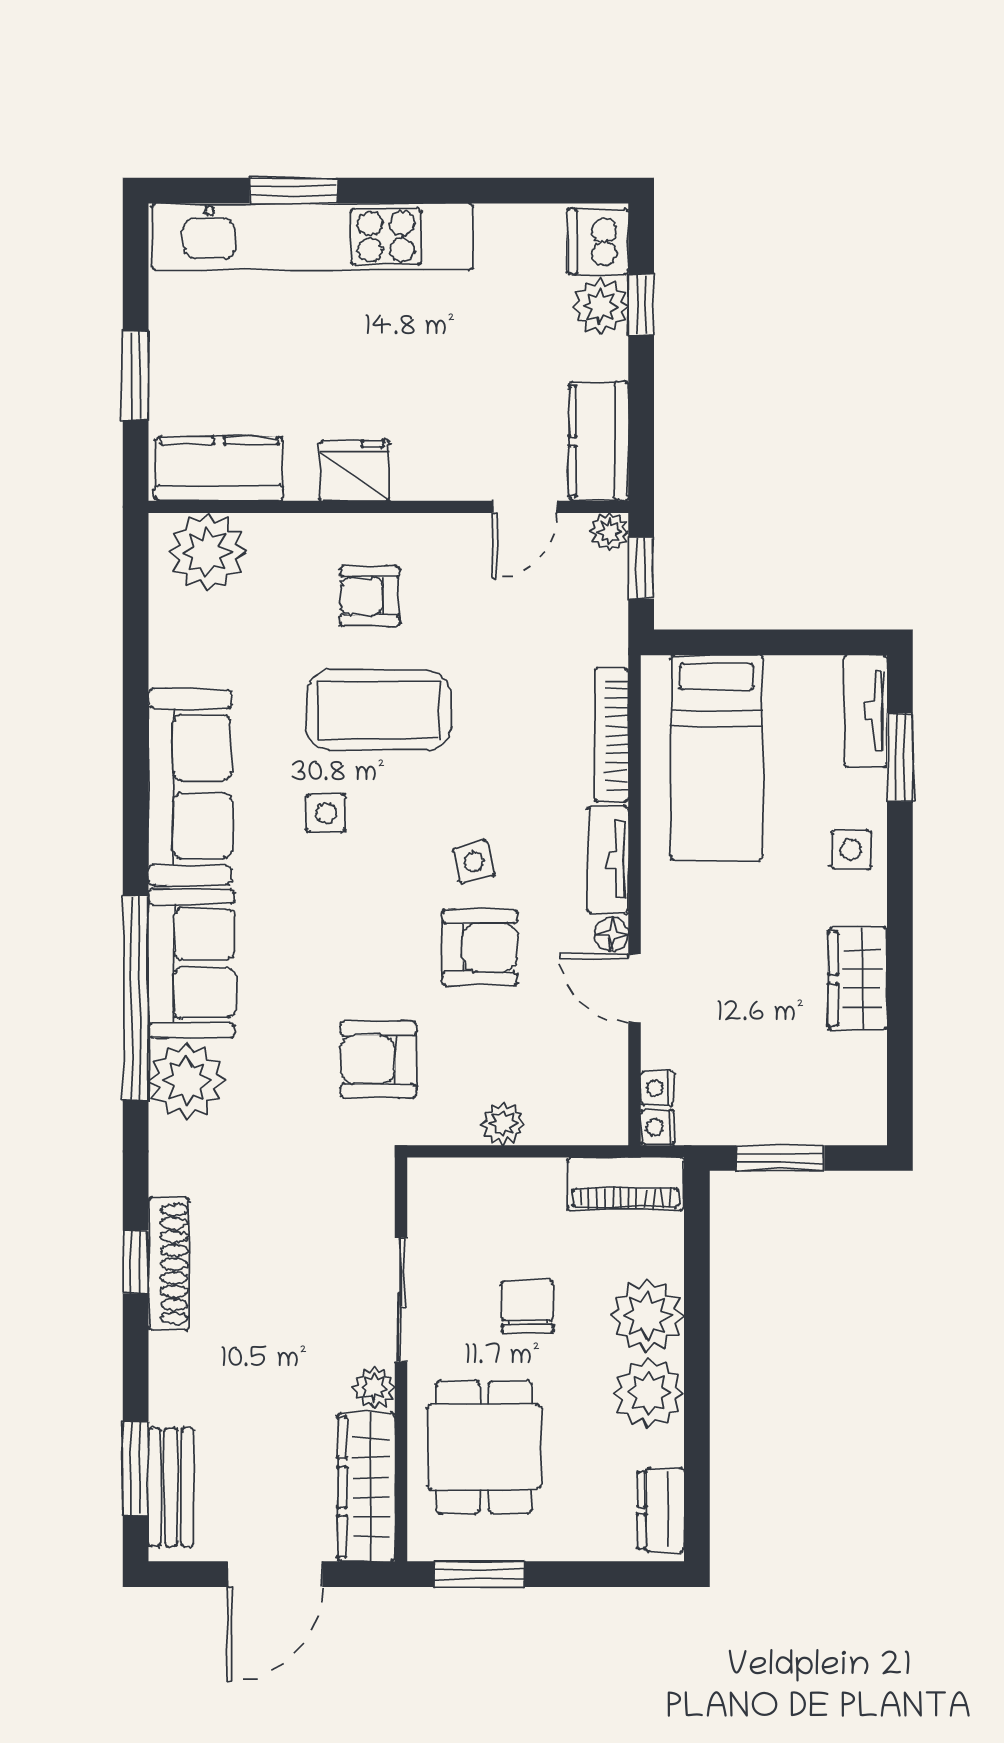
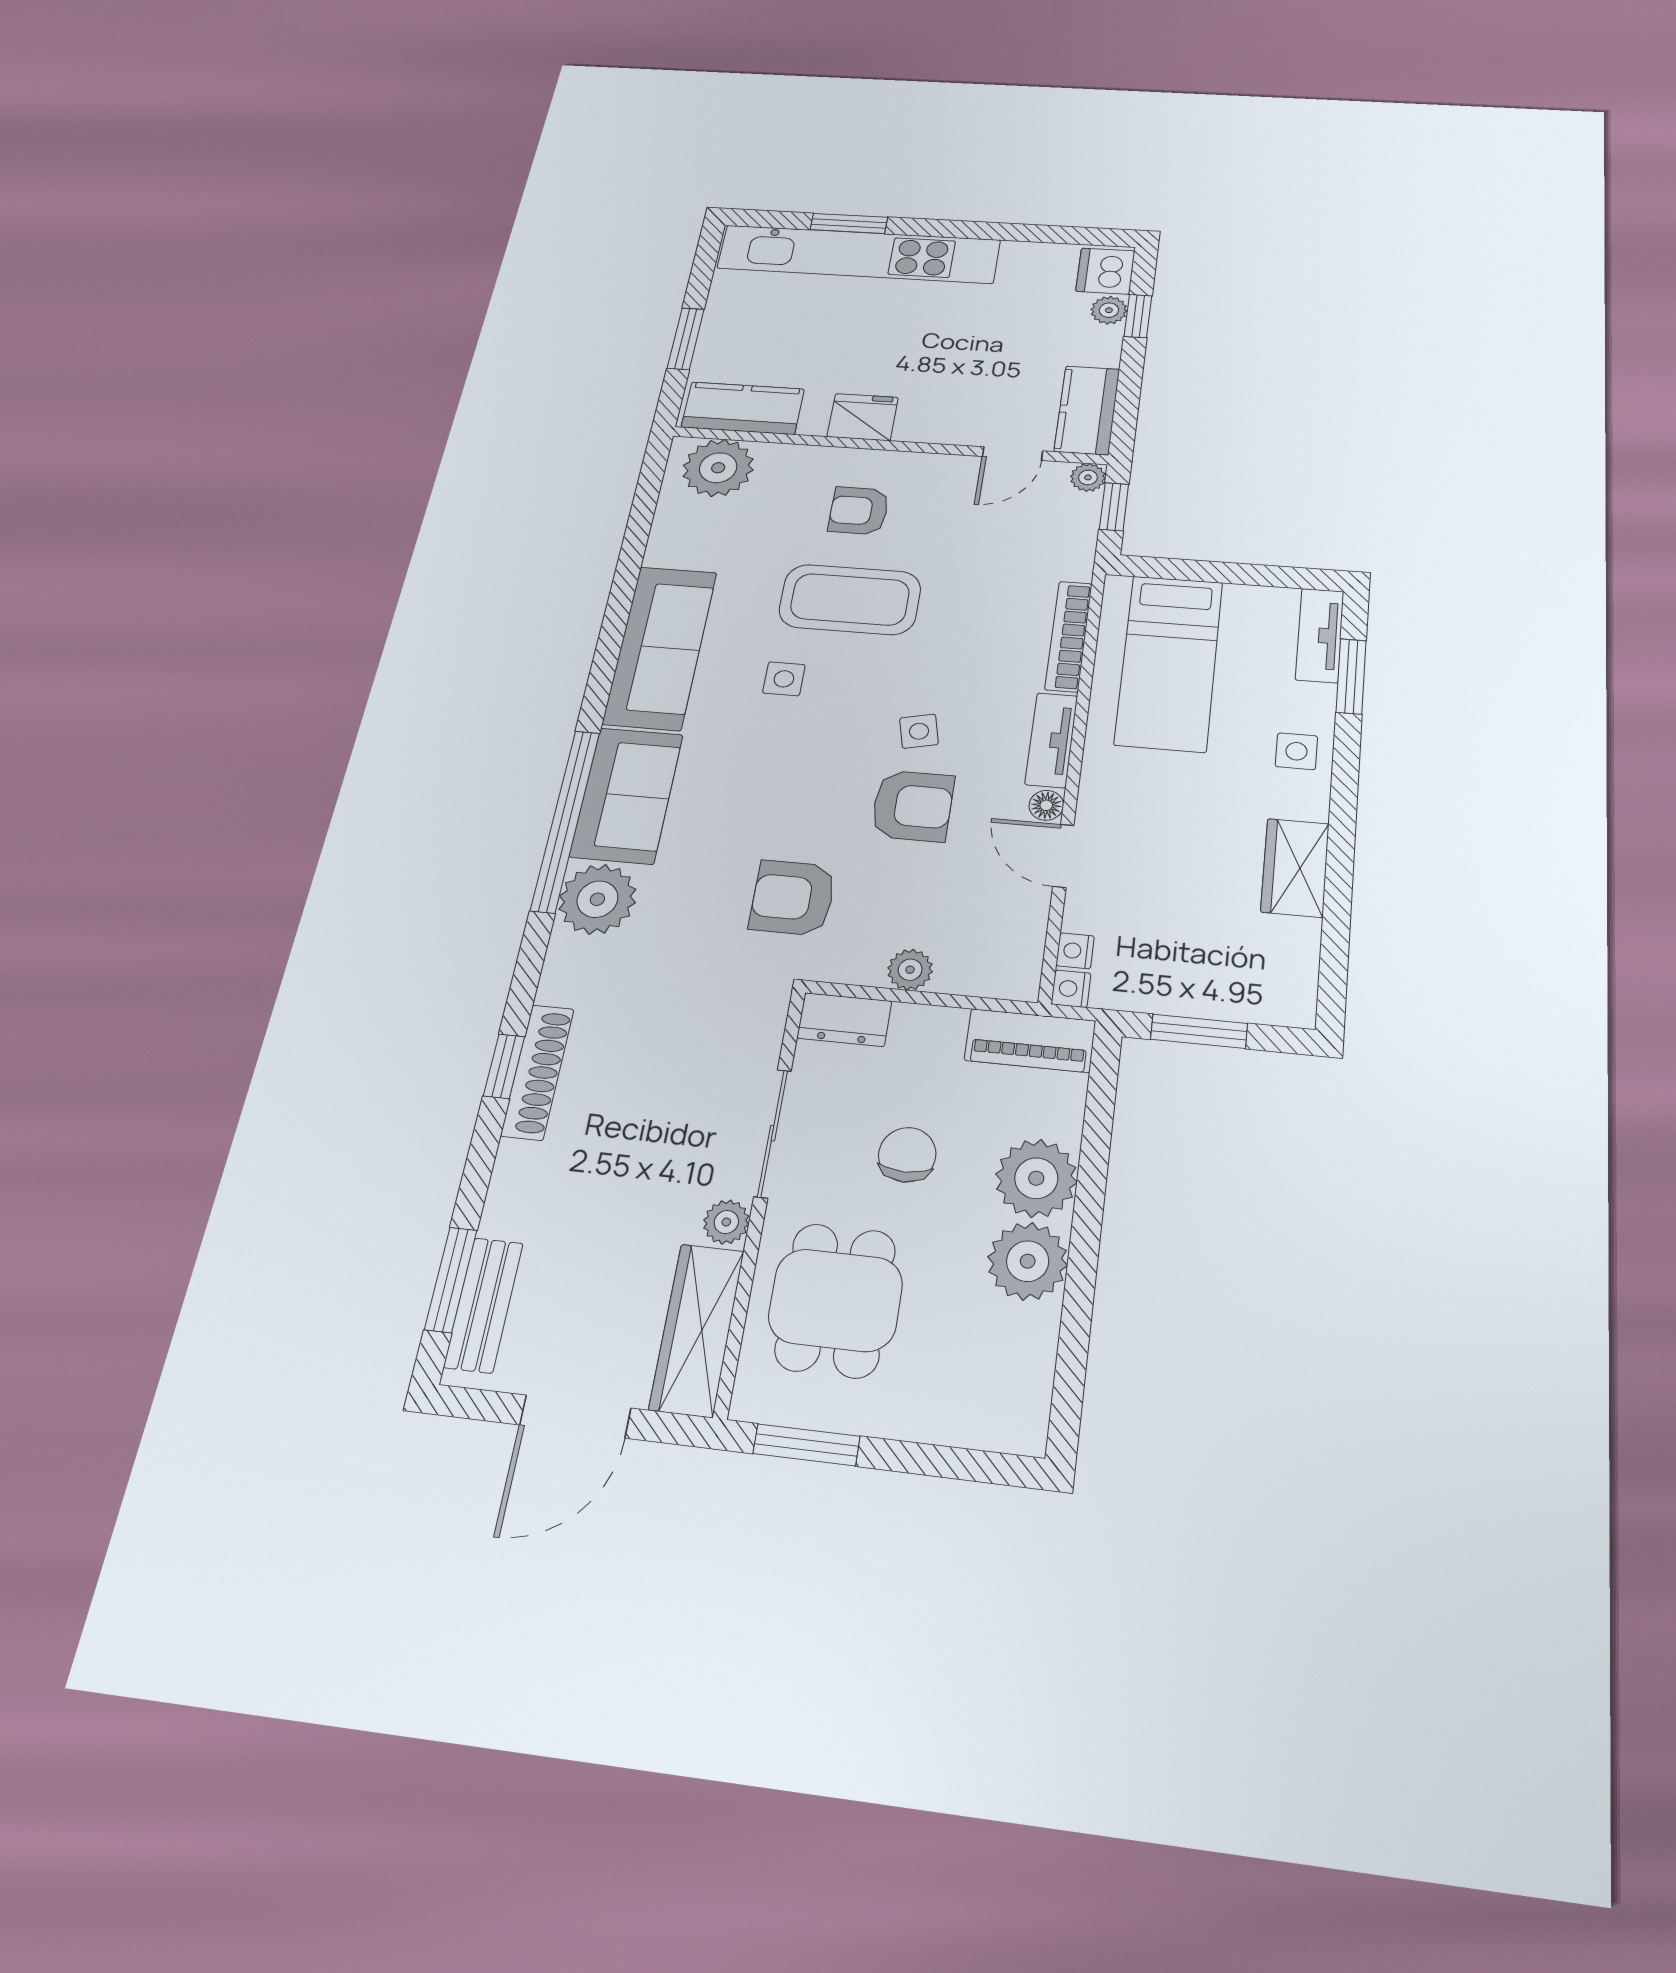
plant: (600, 306) -> (1109, 310), width x0.73, depth x0.73
dresser: (661, 1510) -> (844, 1020), moved, turned -90

